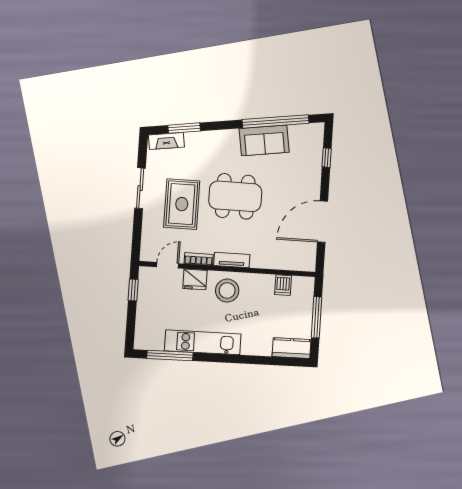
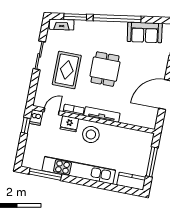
window: (276, 121) -> (117, 19), moved
sofa: (264, 140) -> (145, 32), moved
dining table: (235, 196) -> (105, 69), width x0.73
tv unit: (232, 260) -> (102, 114), width x1.41
dishwasher: (283, 285) -> (36, 117), moved
kitchen unit: (203, 342) -> (79, 170), width x1.36

